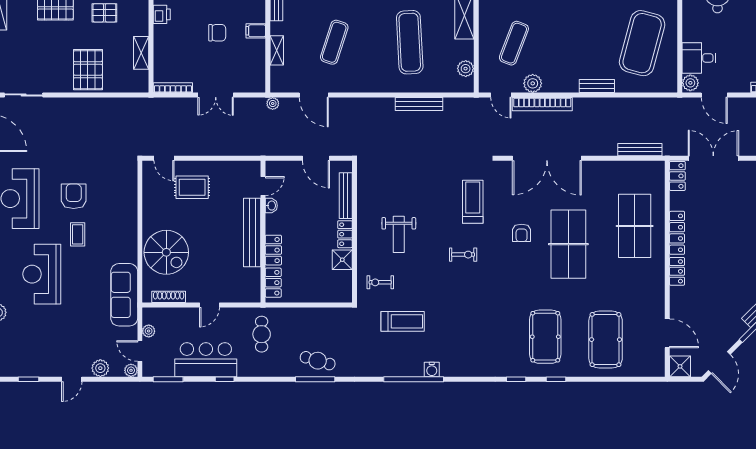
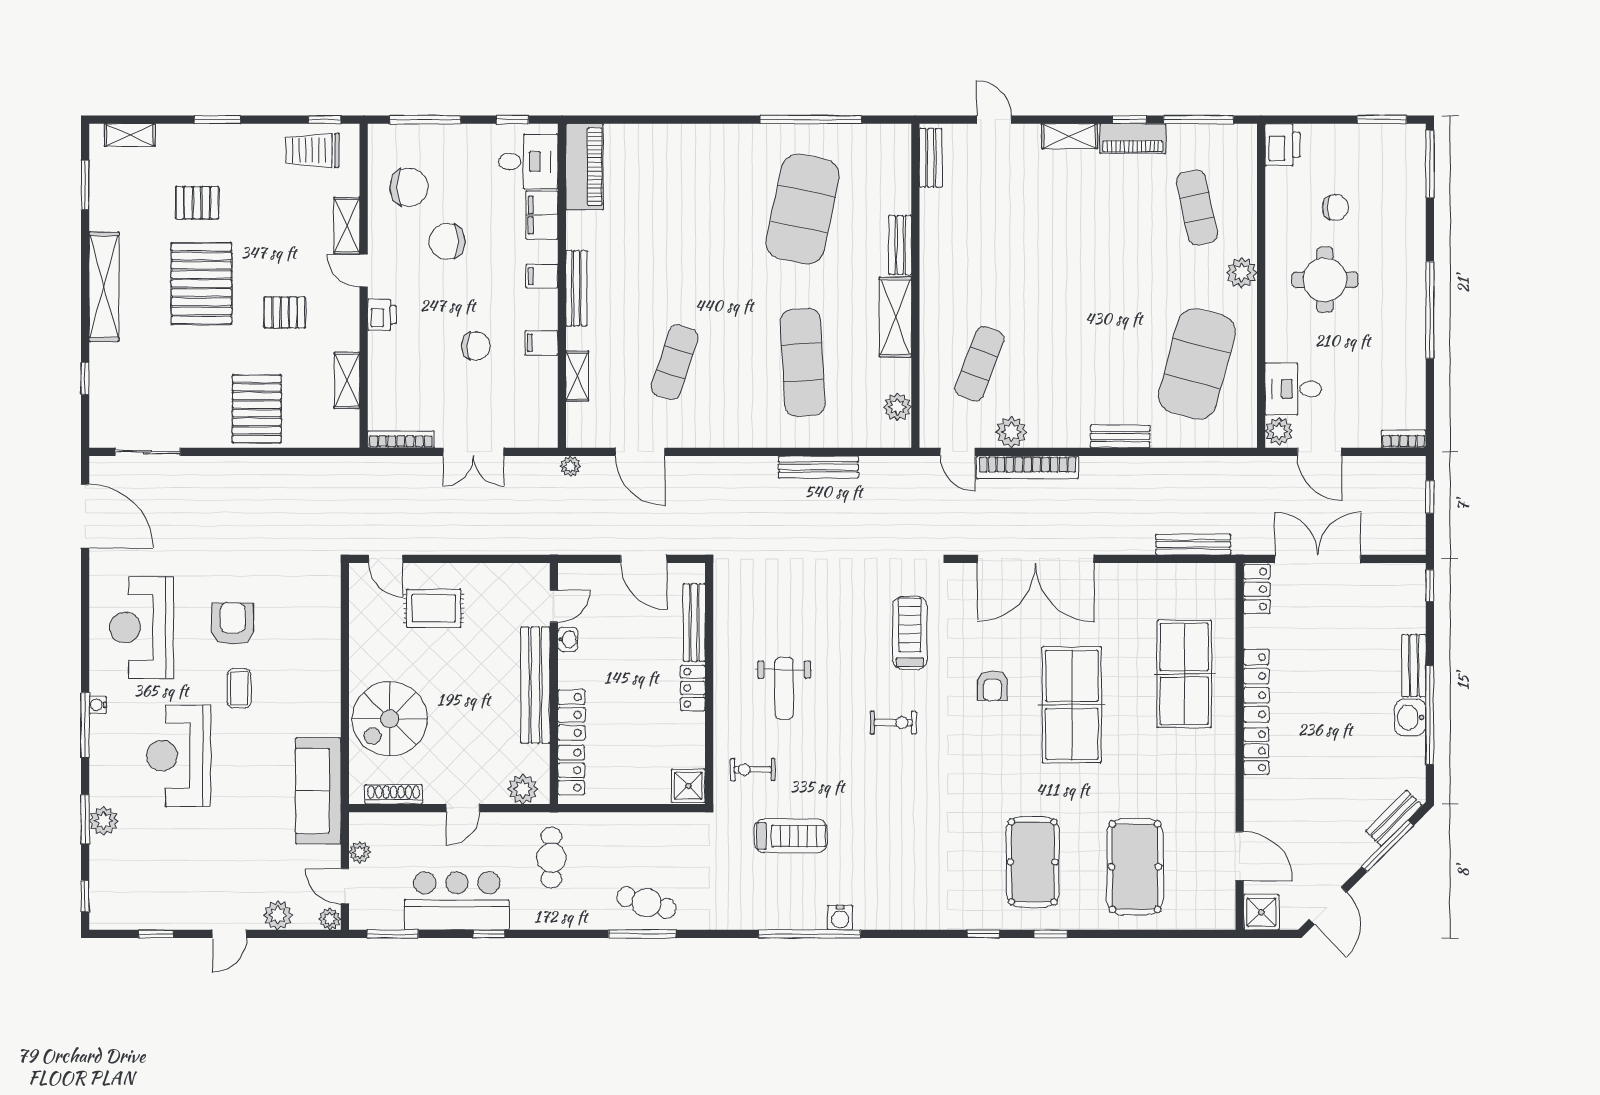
spiral stairs: (166, 252) -> (390, 719), turned 90
shower: (342, 260) -> (688, 786), moved
plant: (245, 294) -> (523, 789), added

